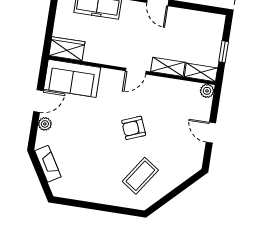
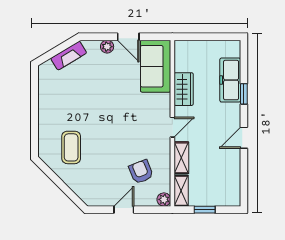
wardrobe: (67, 49) -> (184, 89), moved
door: (136, 71) -> (172, 127), swing flipped
armchair: (134, 128) -> (141, 172), moved
coffee table: (140, 176) -> (71, 147), turned 56

